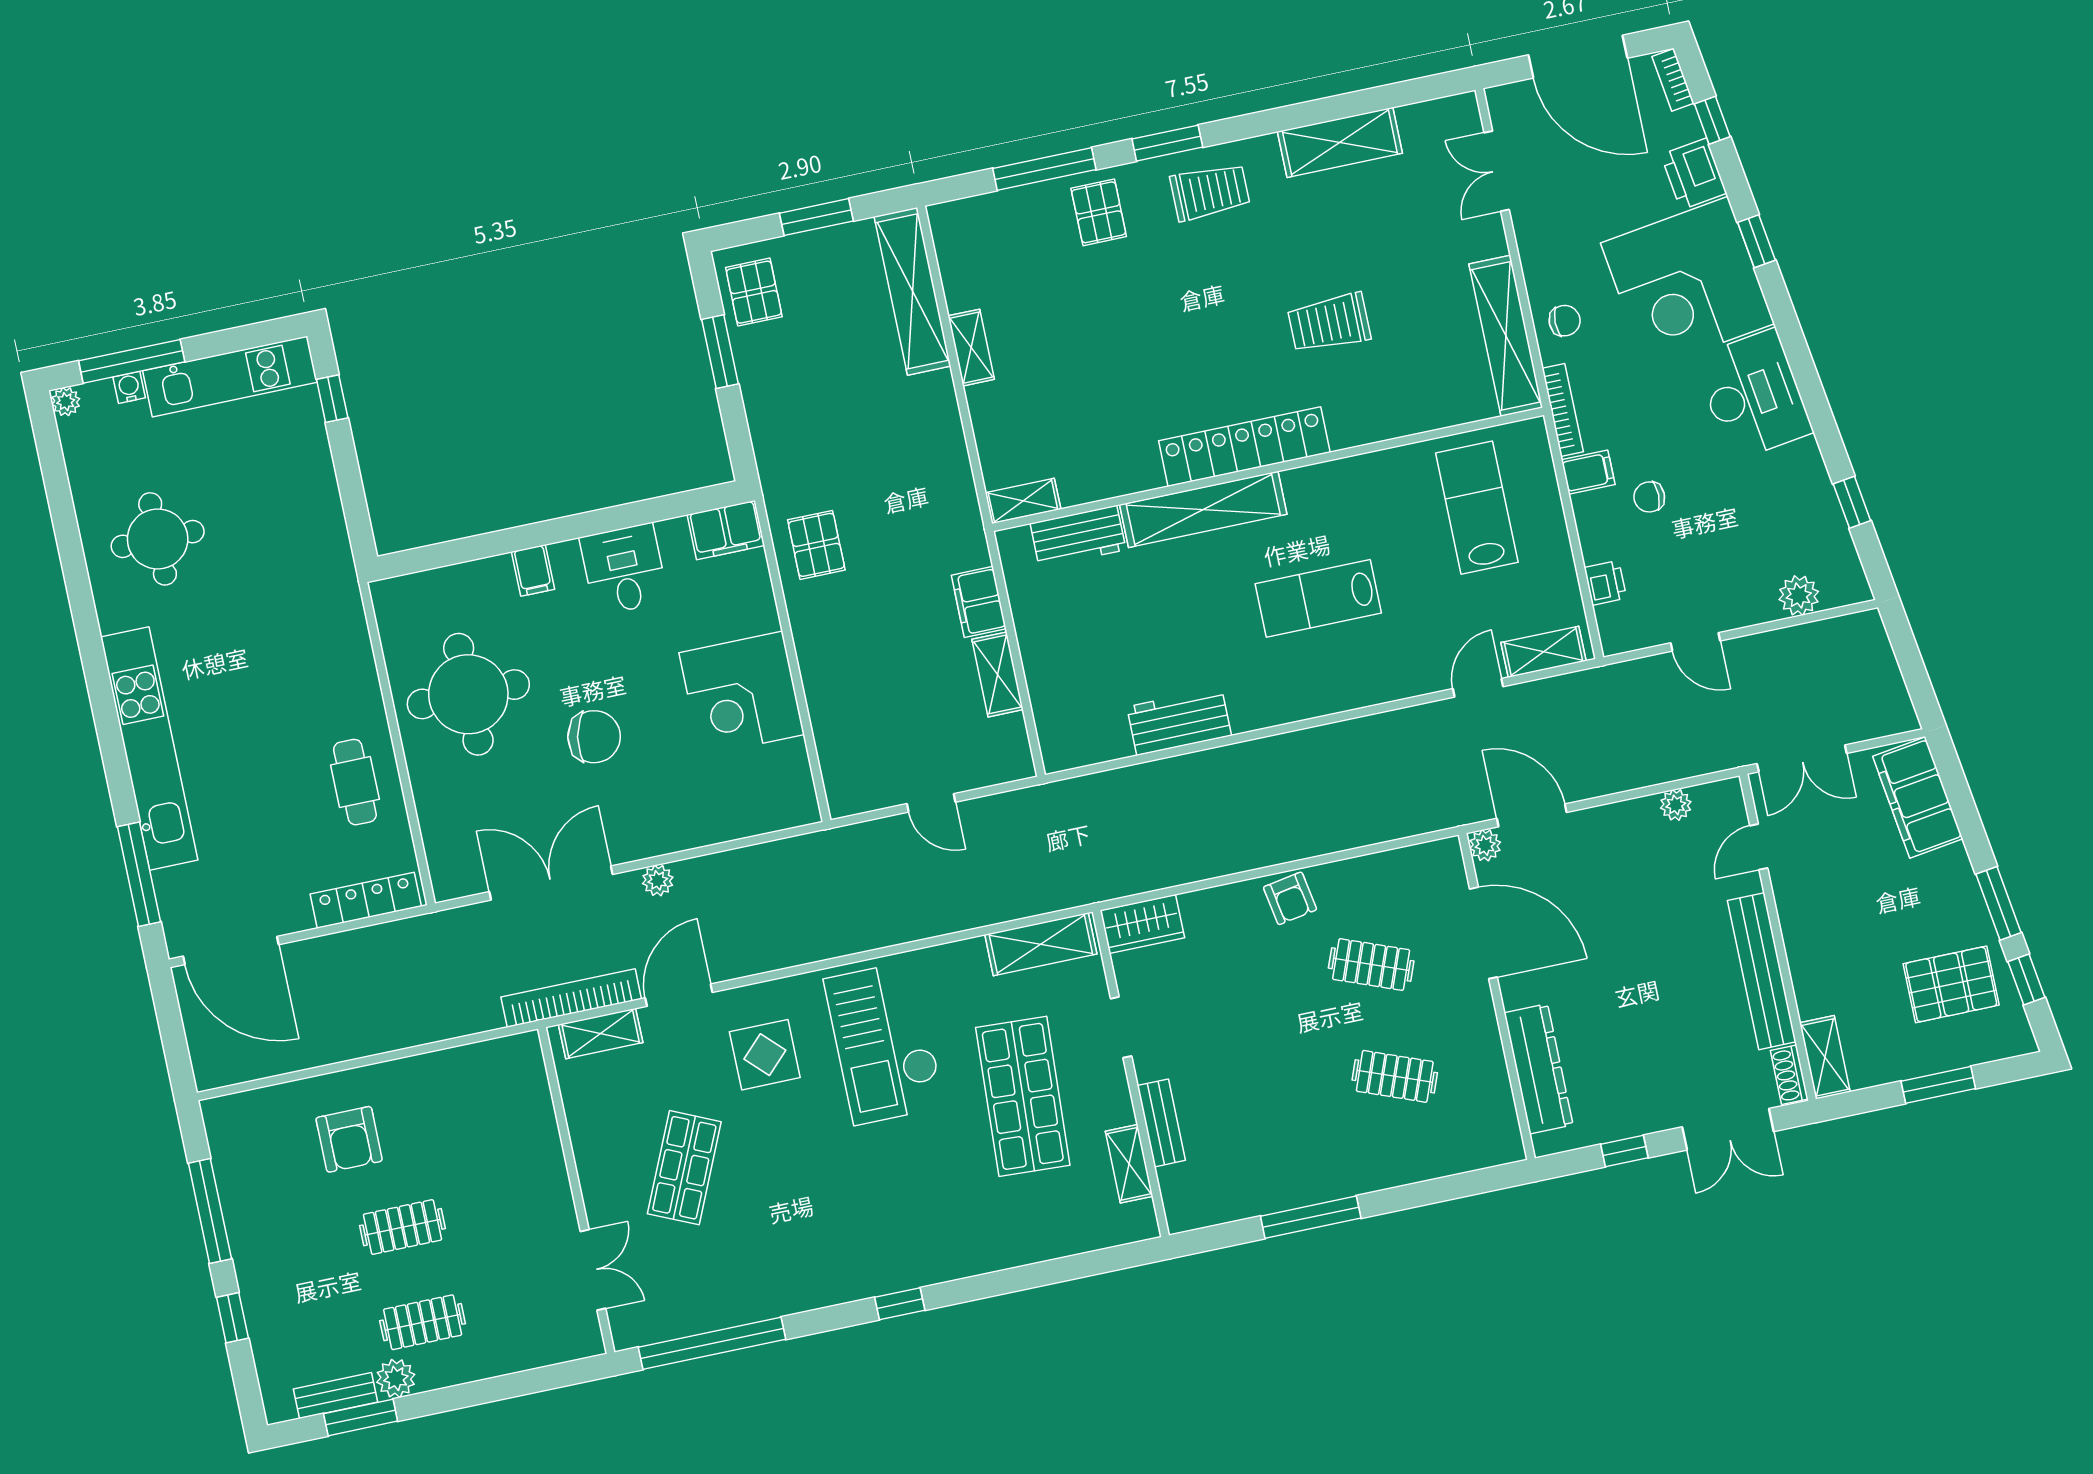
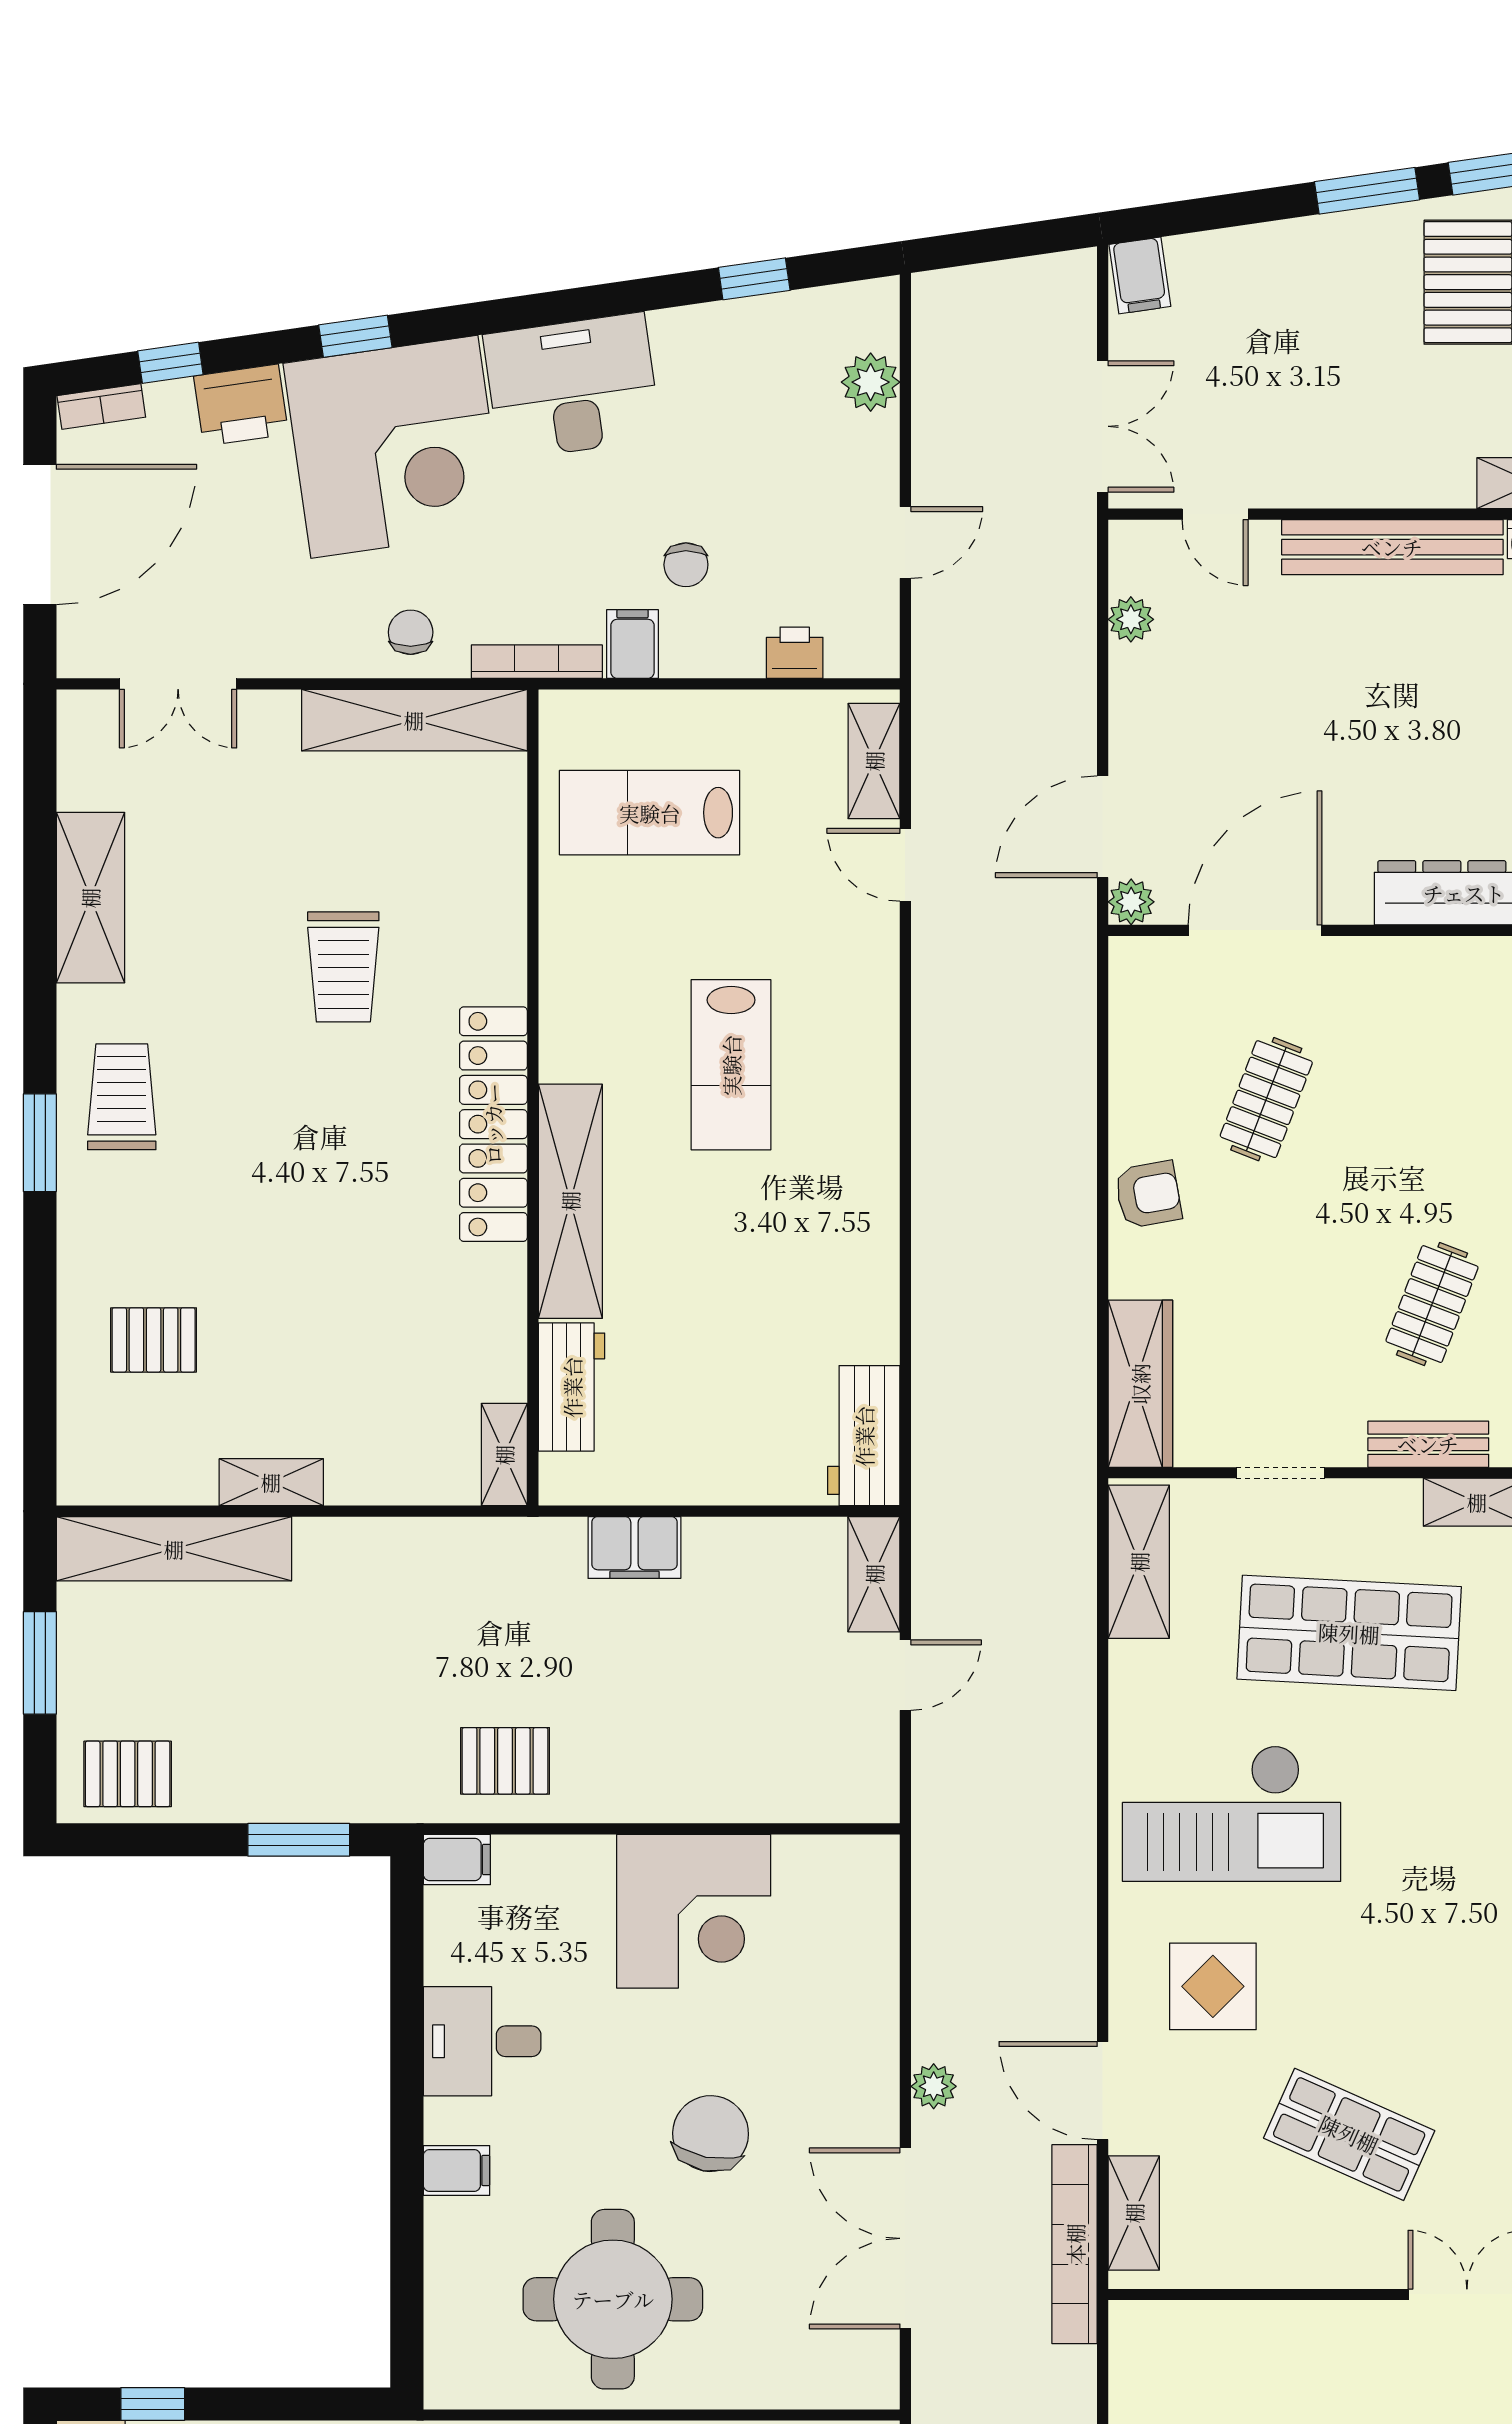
window: (1044, 169) -> (40, 1325), removed
pallet: (1099, 212) -> (154, 1340), moved
window: (720, 352) -> (299, 1840), moved
filing cabinet: (726, 530) -> (457, 1860), width x0.50
shelving: (998, 674) -> (874, 1574), moved, turned 90
workbench: (1179, 721) -> (864, 1436), moved
filing cabinet: (1918, 798) -> (1140, 275), width x0.33, depth x0.86
wardrobe: (1142, 924) -> (1140, 1384), width x1.50
clothes rail: (1395, 1076) -> (1432, 1304), moved

